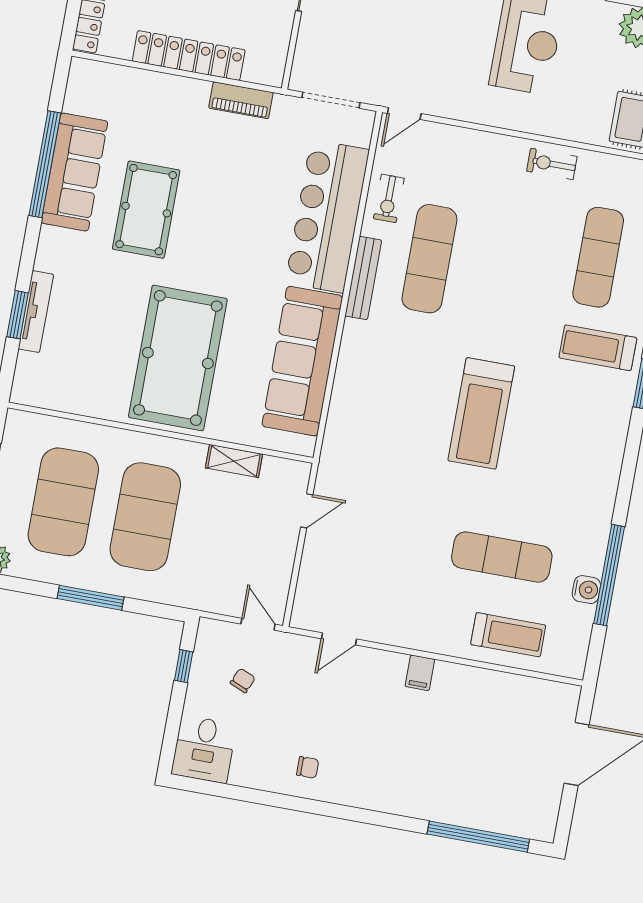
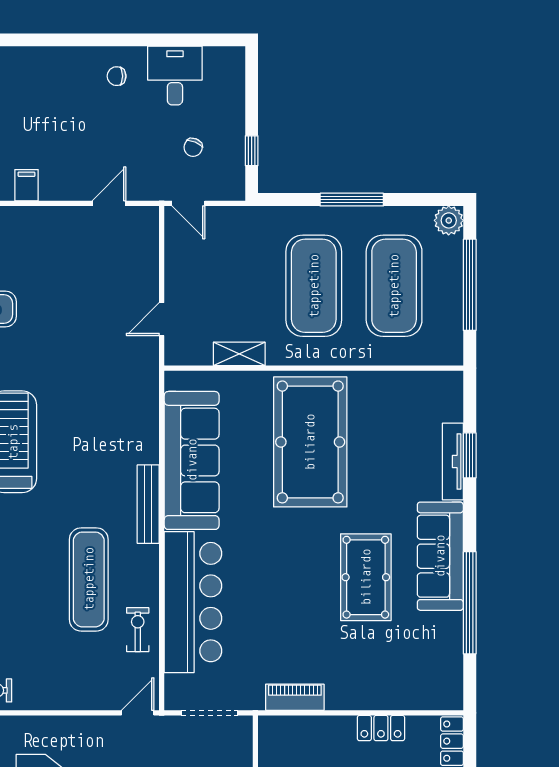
locker: (189, 56) -> (381, 728), width x0.46, depth x0.83
sofa: (74, 172) -> (440, 556), moved
bench: (363, 278) -> (148, 504), moved
desk: (204, 749) -> (175, 76), moved

